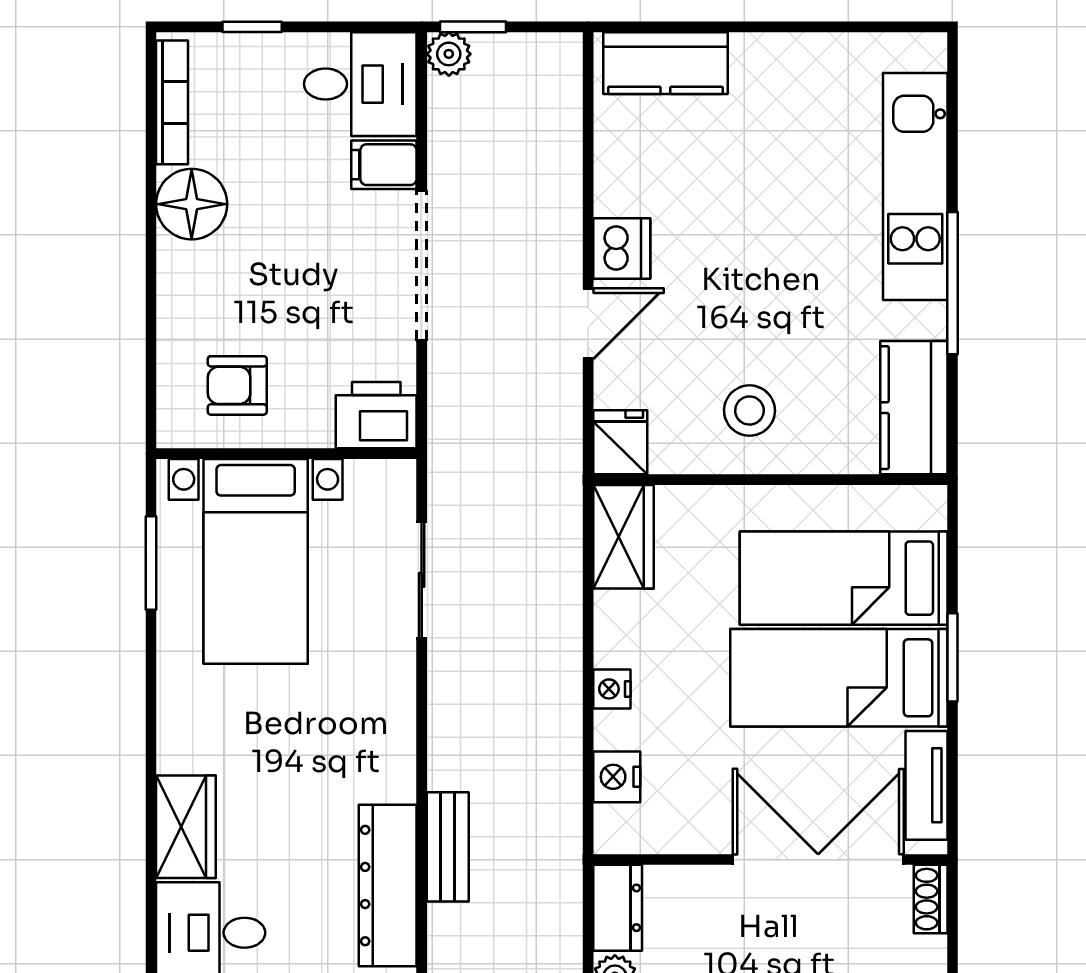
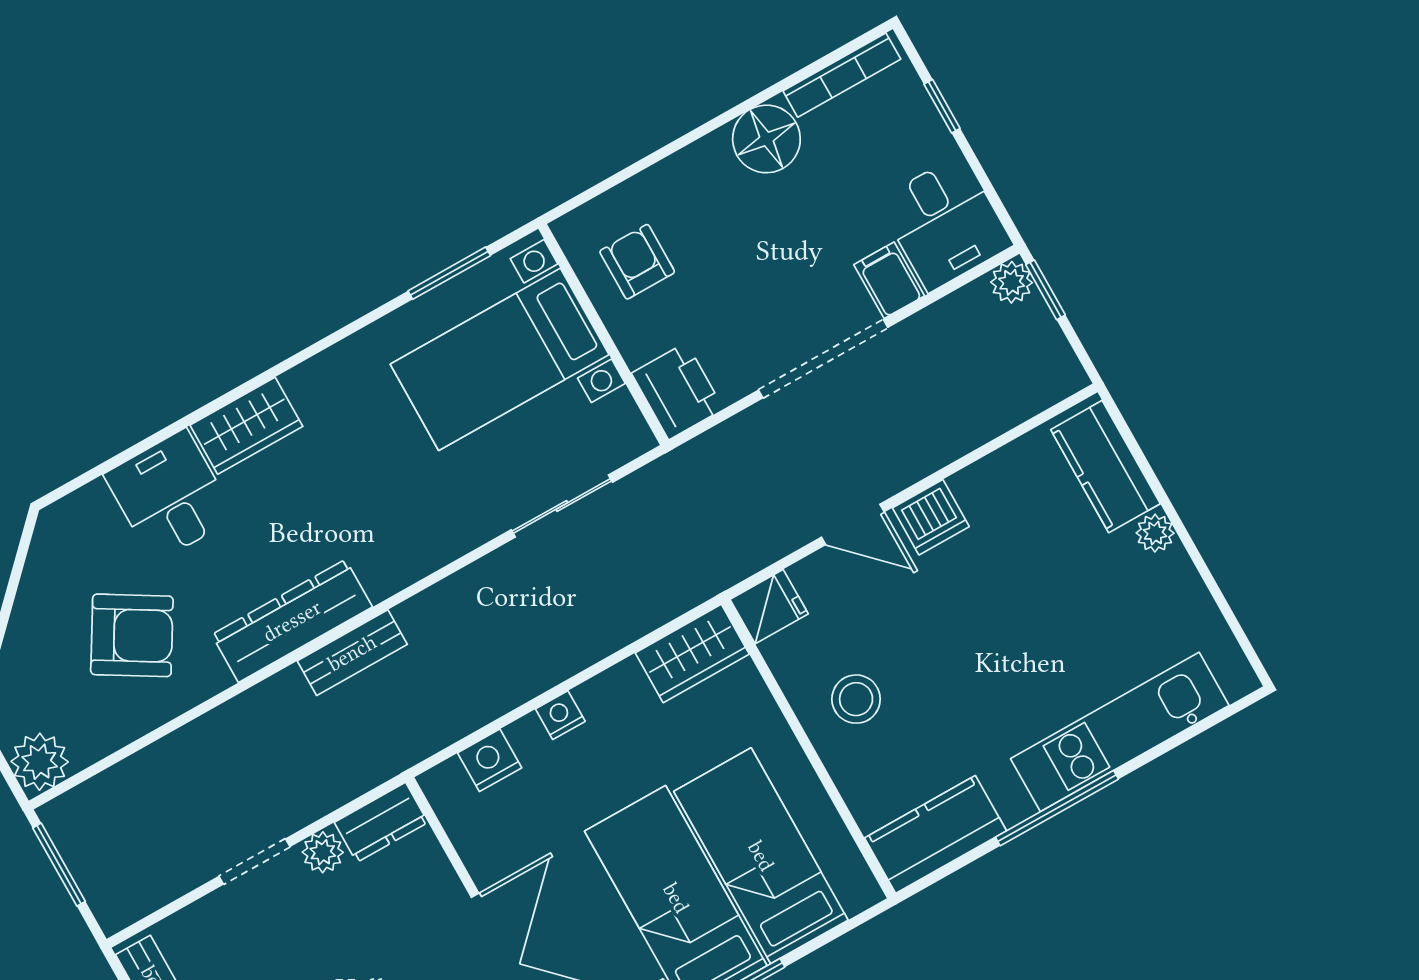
plant: (752, 52) -> (1155, 533), added

